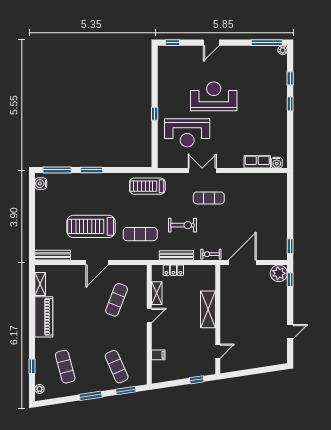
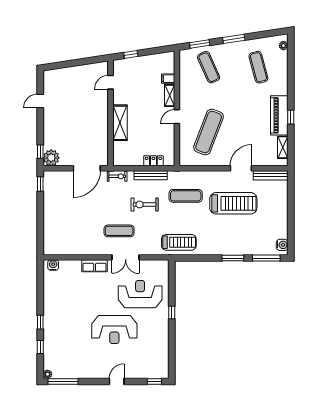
row of seats: (257, 162) -> (95, 266), moved
door: (97, 263) -> (241, 168), moved
shelving: (157, 293) -> (170, 95), moved
exercise mat: (117, 300) -> (209, 132), width x1.36, depth x1.45
window: (32, 366) -> (291, 117), moved

